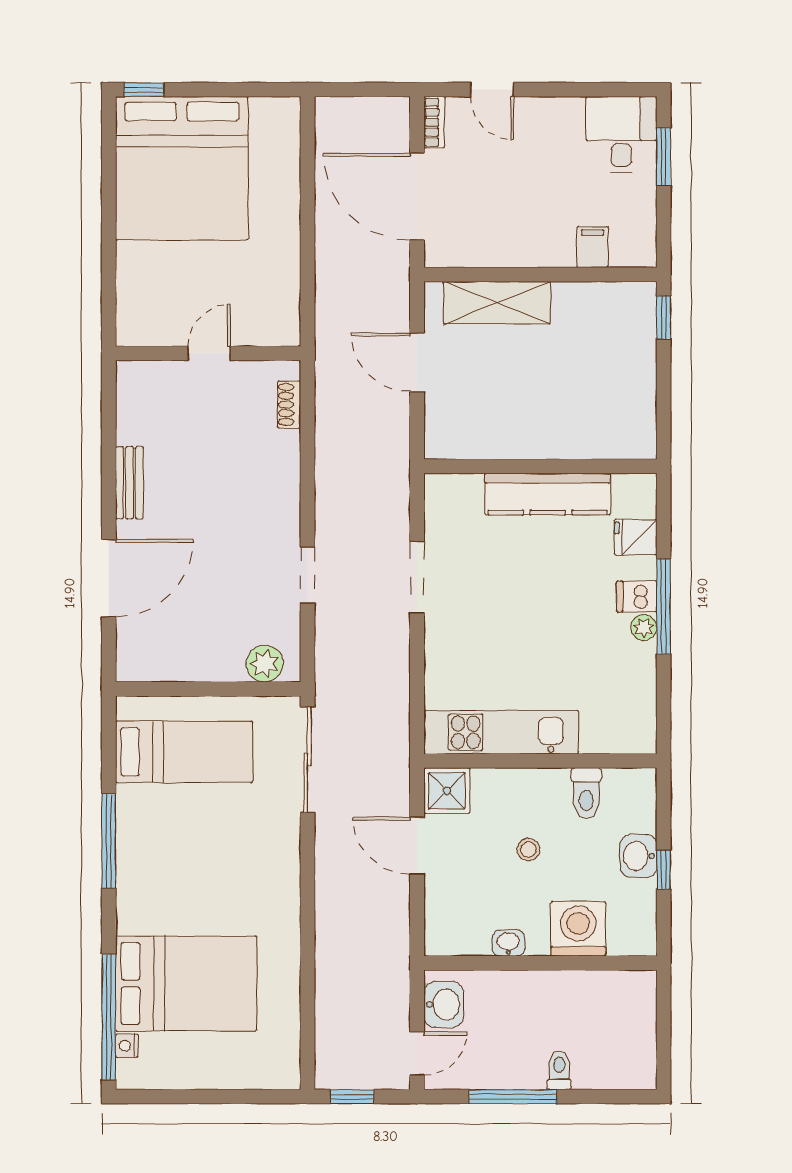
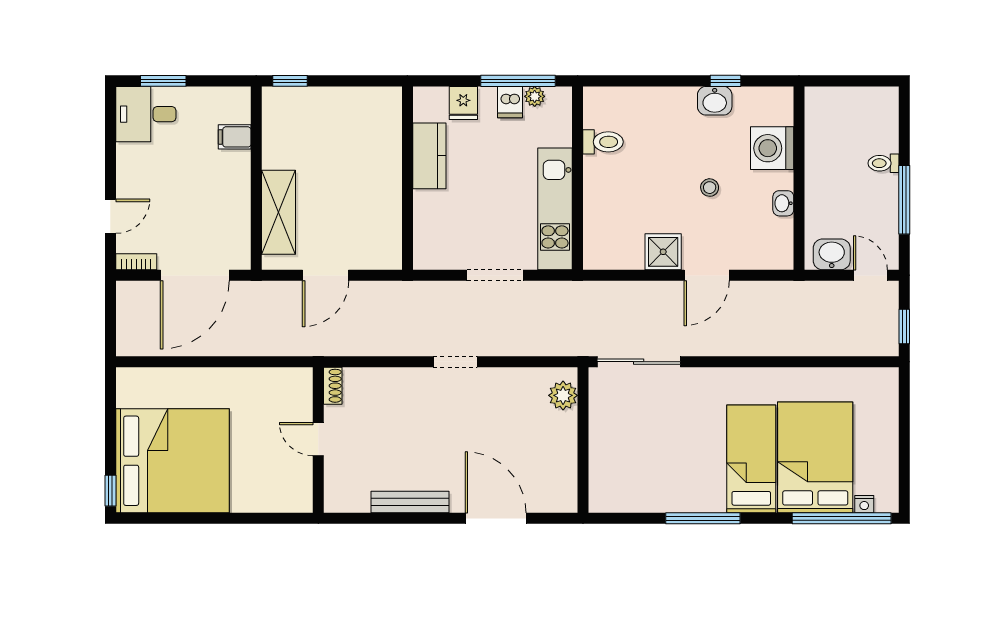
shoe rack: (289, 405) -> (333, 386), moved, turned -90
bench: (129, 483) -> (410, 502), width x1.36
kitchen counter: (548, 494) -> (429, 156), width x0.67
doorway: (307, 575) -> (455, 362), moved
kitchen unit: (501, 732) -> (555, 209), moved
bed: (184, 752) -> (751, 459), moved
wall: (540, 761) -> (578, 178), moved
toilet: (586, 793) -> (603, 142), moved

